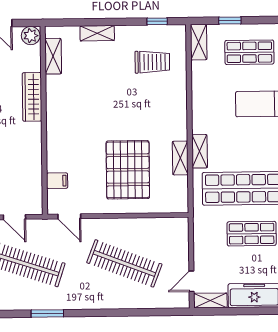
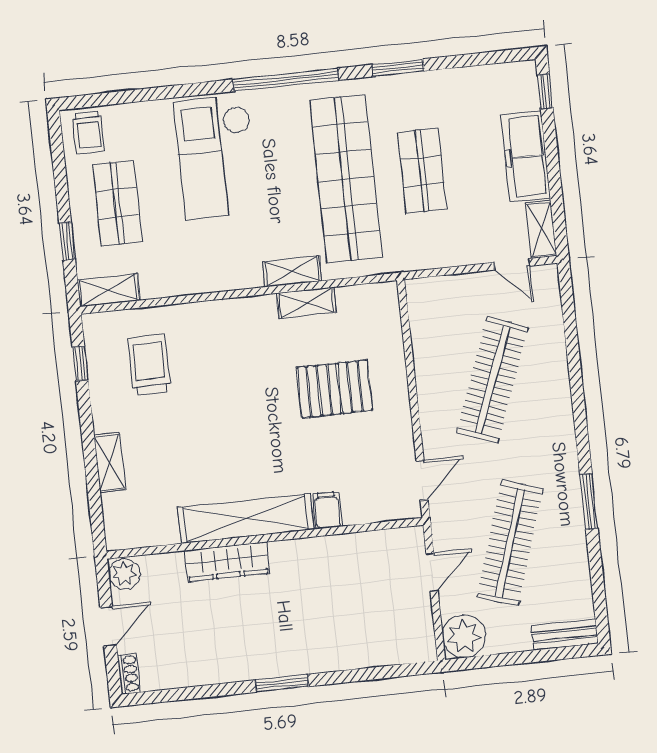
shelving: (53, 56) -> (246, 519), moved, width x2.20, depth x1.33
pallet: (128, 170) -> (334, 389), width x0.73, depth x0.71
filing cabinet: (57, 181) -> (327, 510), moved

